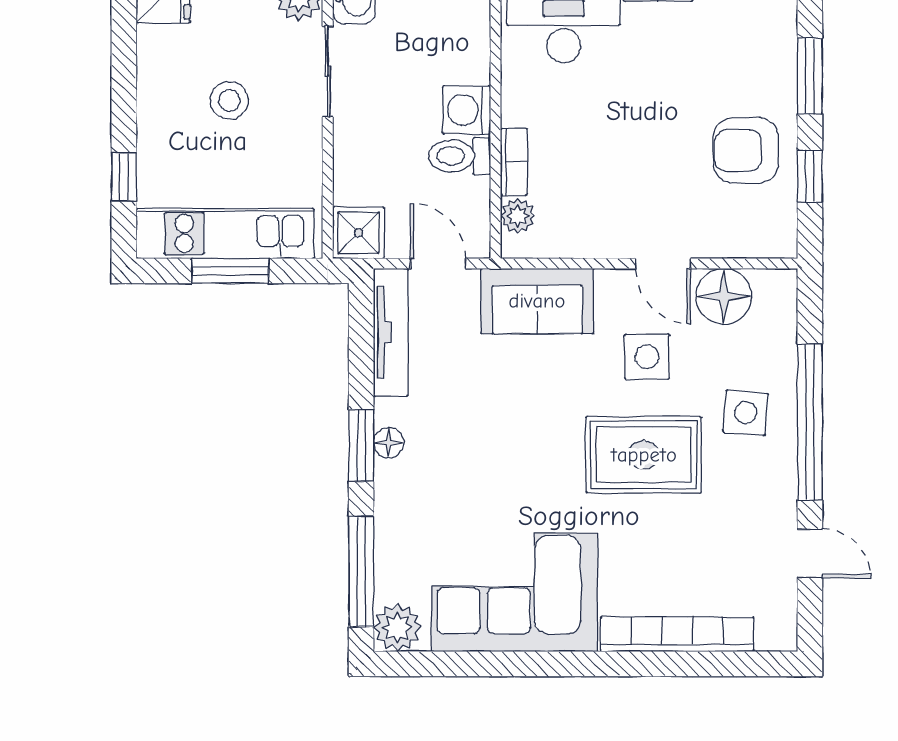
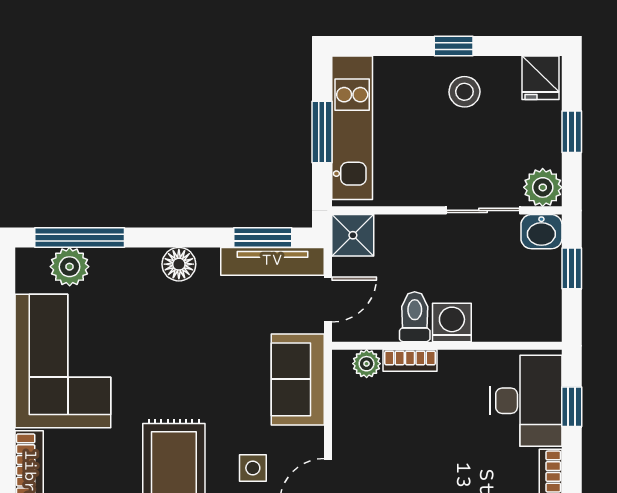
stool: (229, 100) -> (464, 92), moved
window: (124, 177) -> (454, 46), moved
side table: (647, 357) -> (253, 468), width x0.73, depth x0.73
floor lamp: (389, 443) -> (179, 264), width x1.37, depth x1.37
window: (361, 445) -> (263, 237), moved
plant: (397, 628) -> (70, 267), moved

